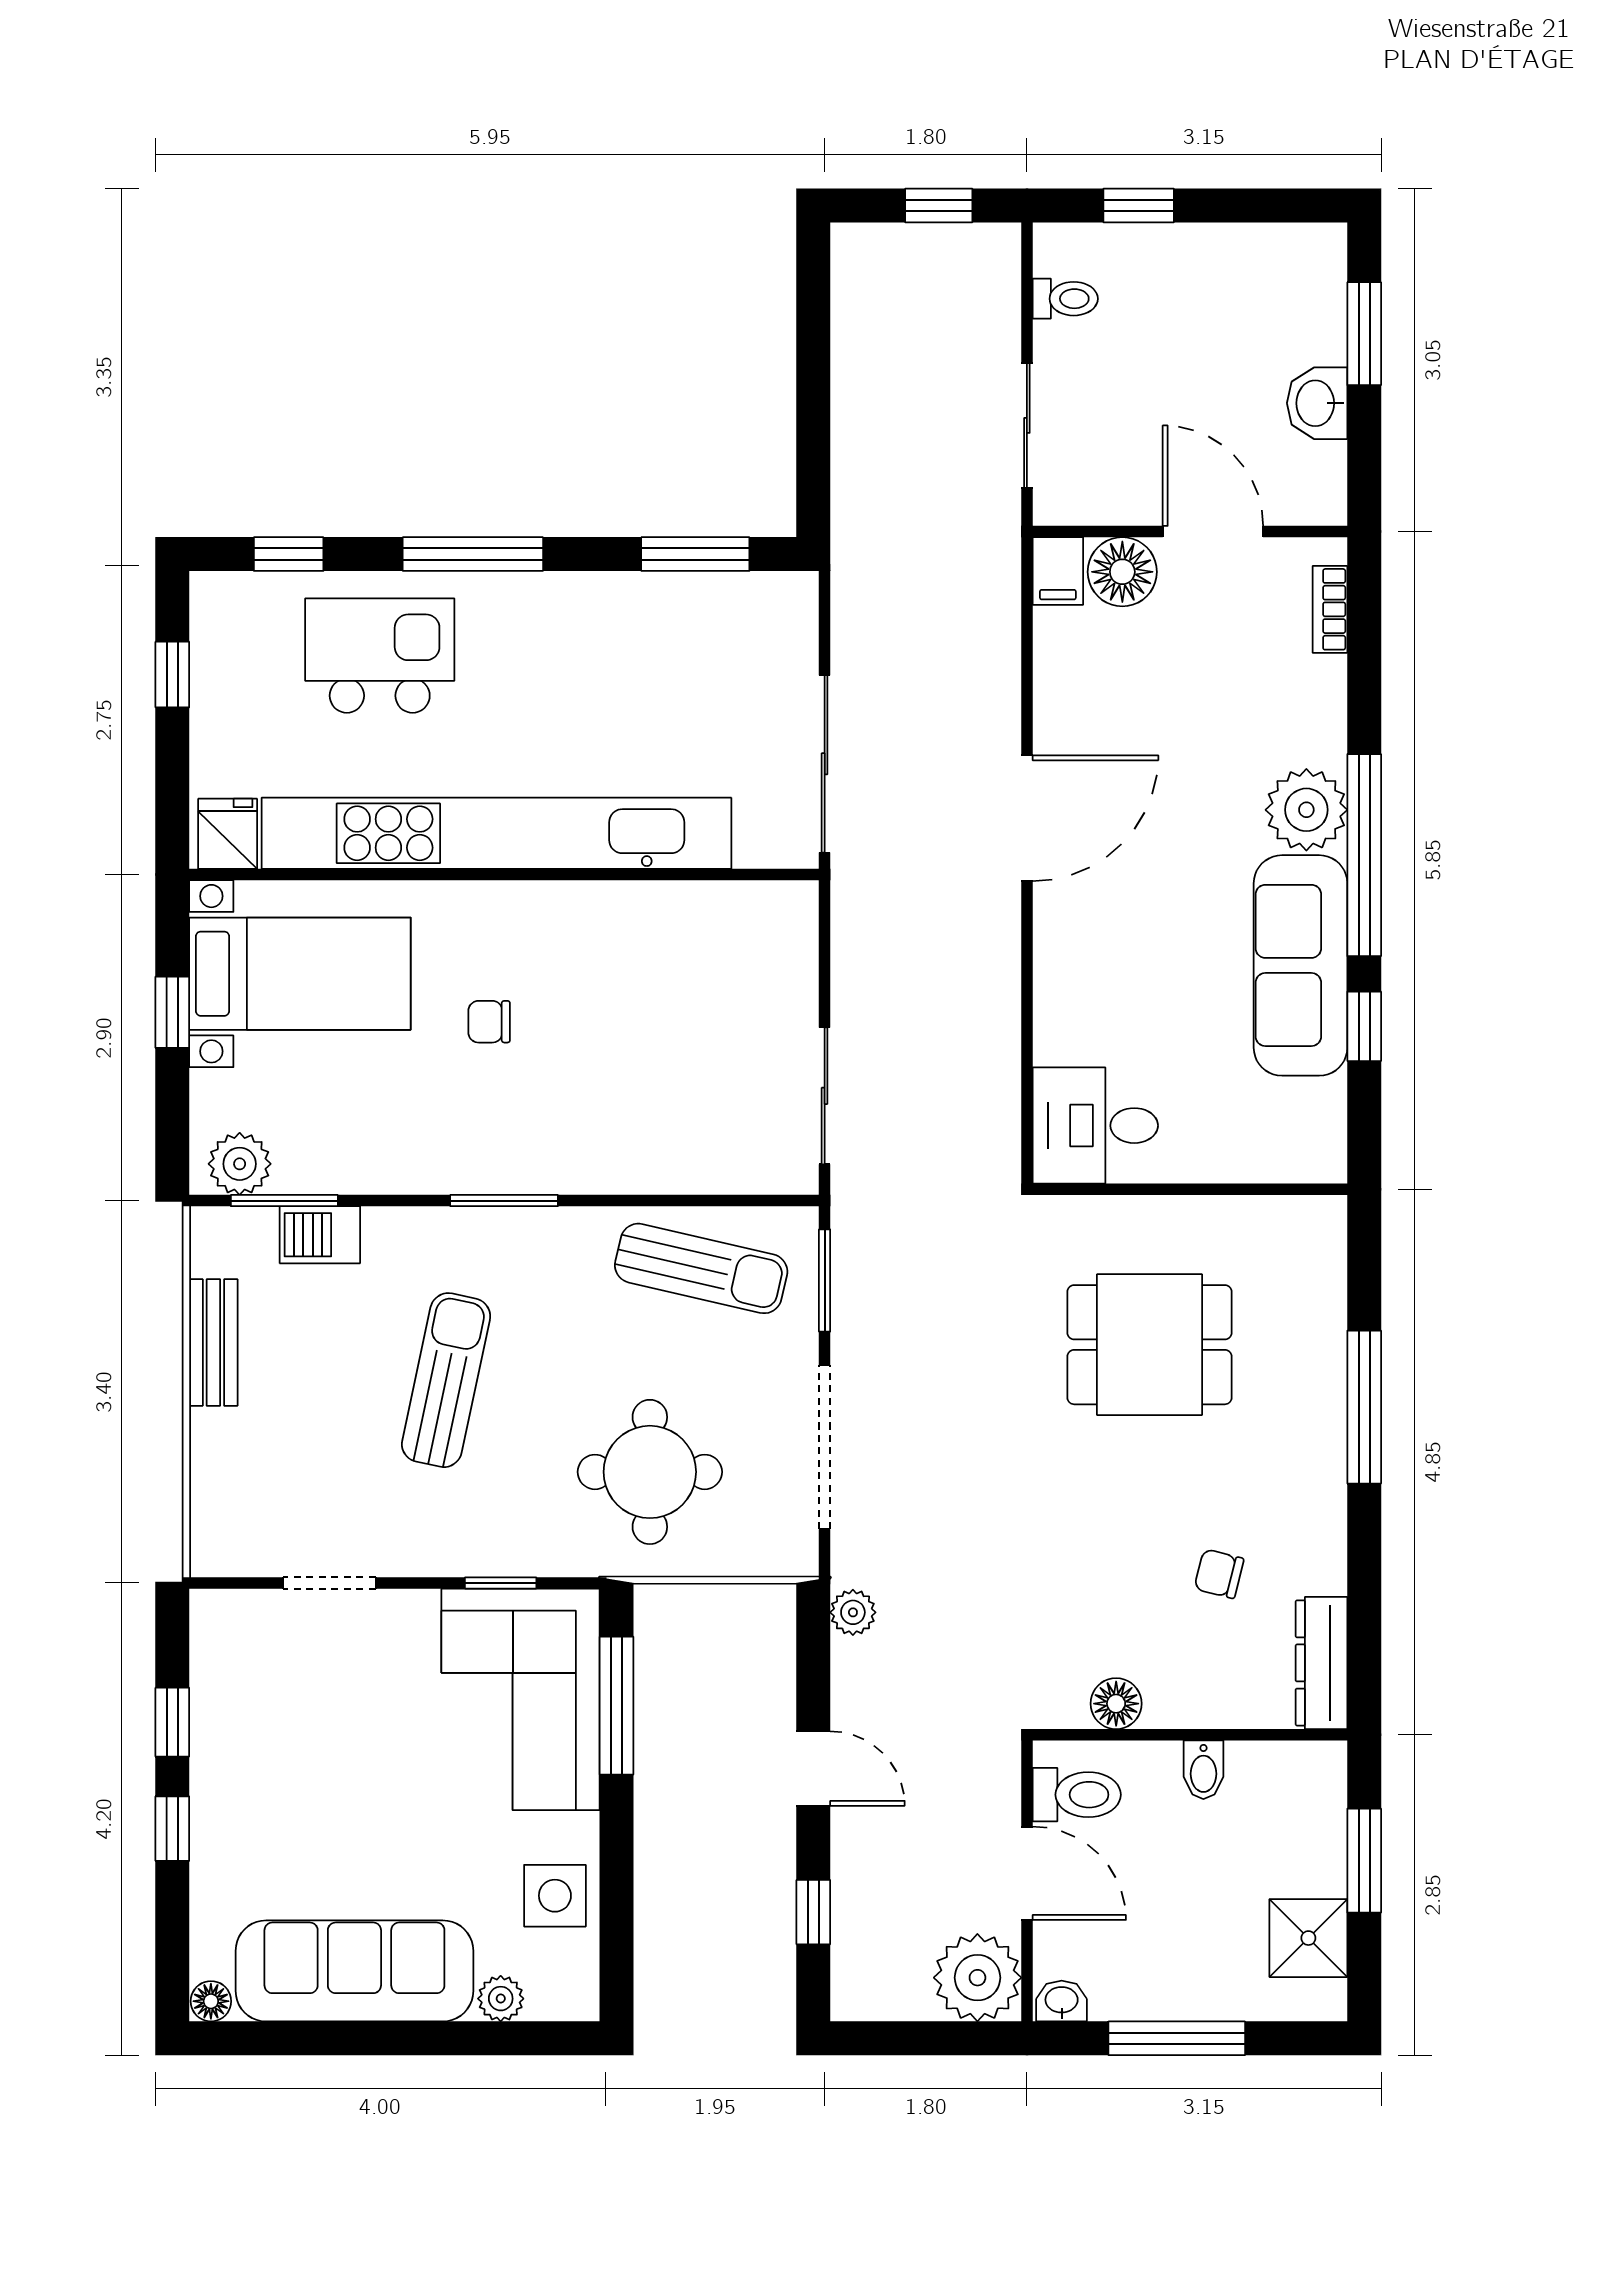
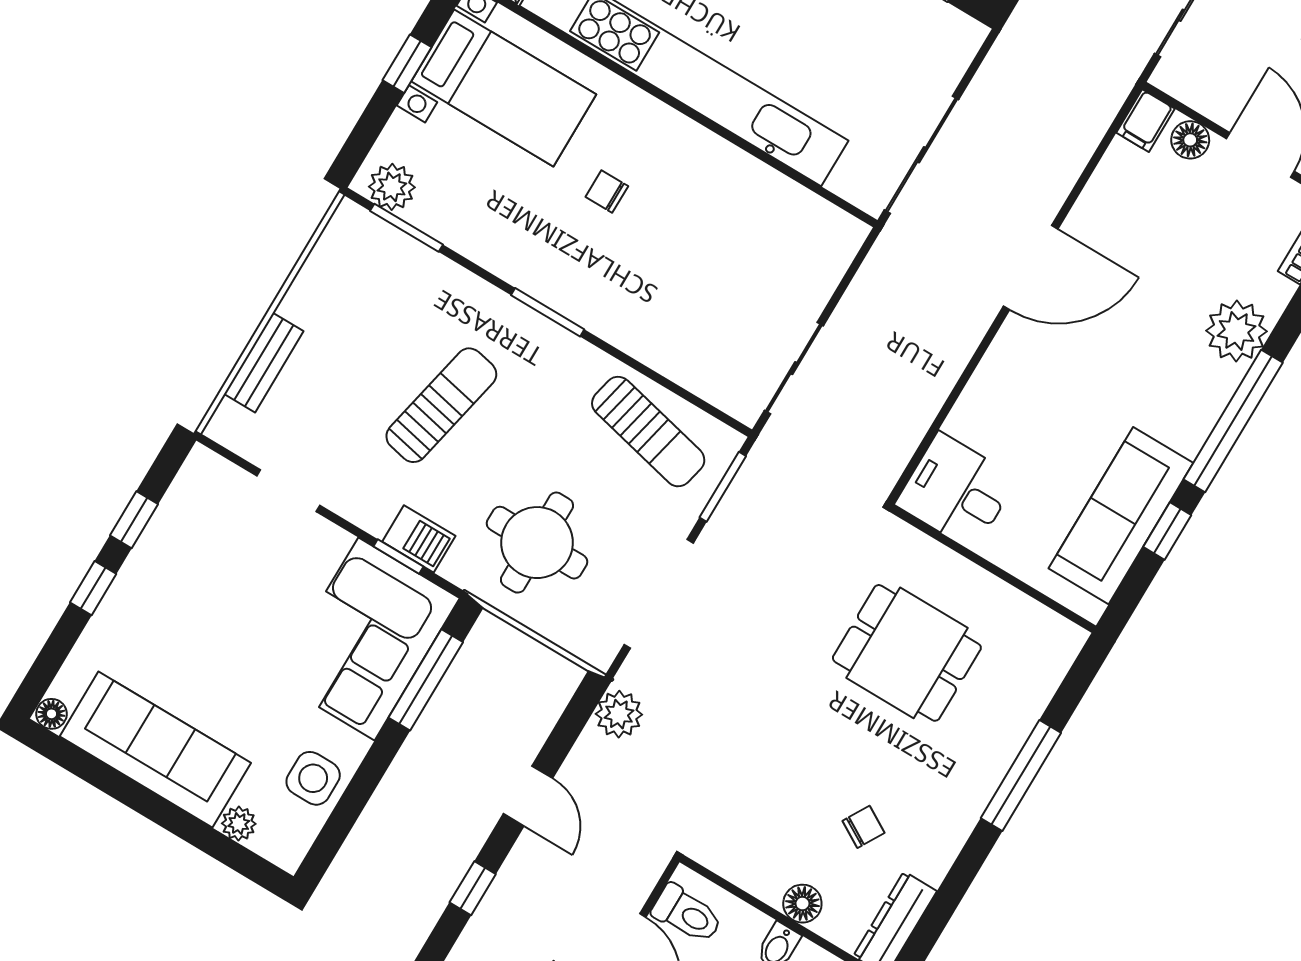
floor lamp: (1122, 572) -> (1190, 140), width x0.73, depth x0.73
plant: (1306, 810) -> (1236, 331), moved
sofa: (1301, 965) -> (1121, 516), moved
barbecue: (320, 1235) -> (419, 539), moved, turned 180
bench: (213, 1343) -> (264, 363), moved
chair: (1219, 1574) -> (863, 827), turned 106
plant: (853, 1612) -> (619, 714), width x1.38, depth x1.38
floor lamp: (1116, 1704) -> (802, 904), moved

